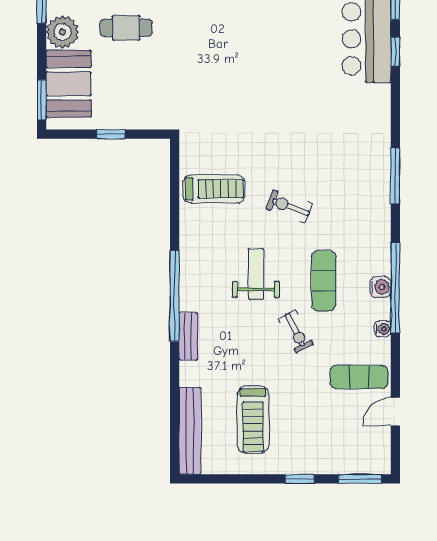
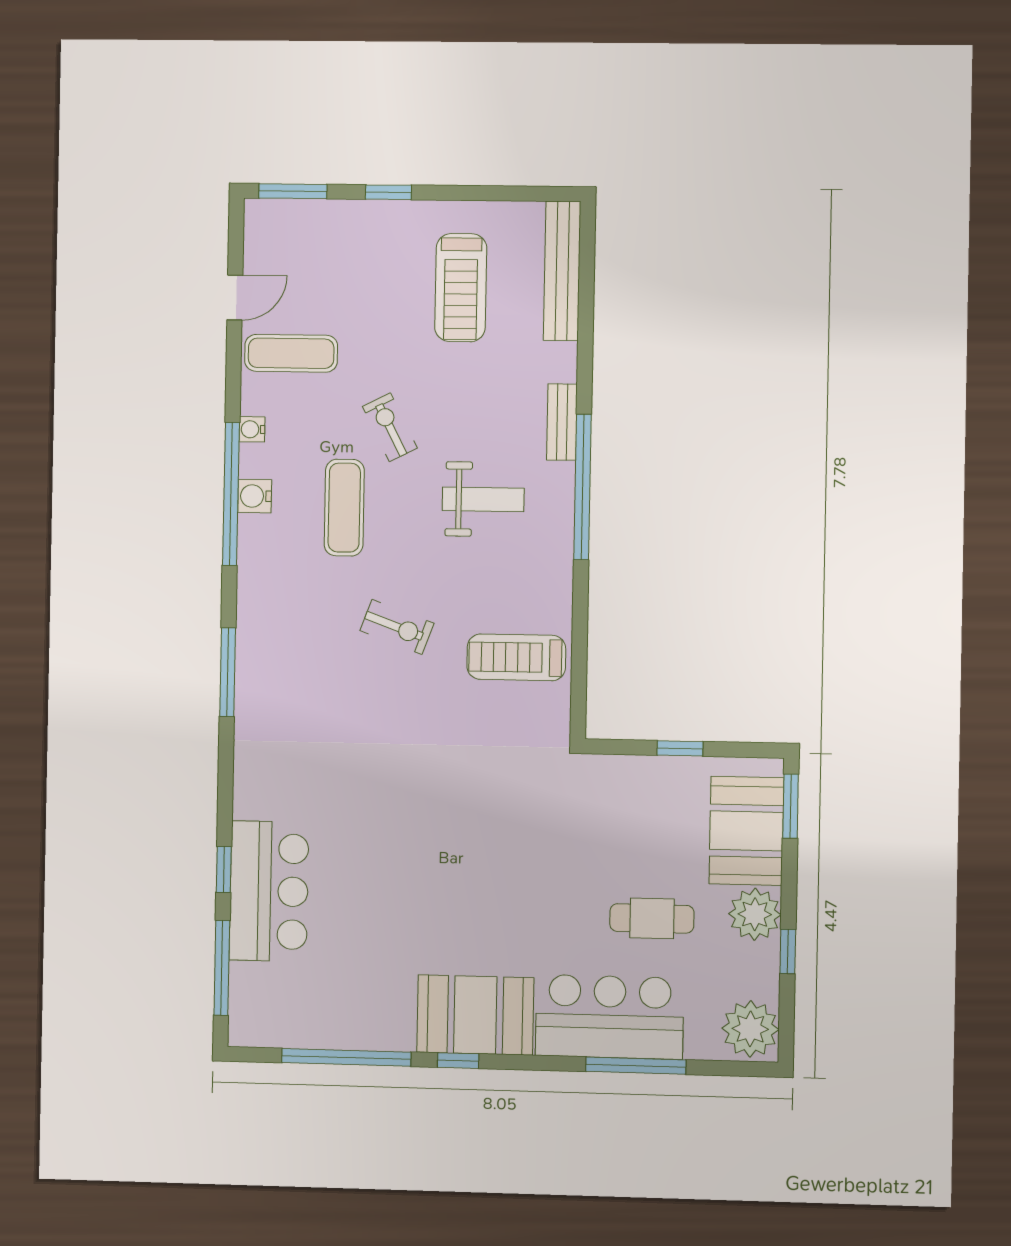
weight bench: (256, 274) -> (483, 499), moved, turned -90
treadmill: (253, 420) -> (461, 288), turned 180

